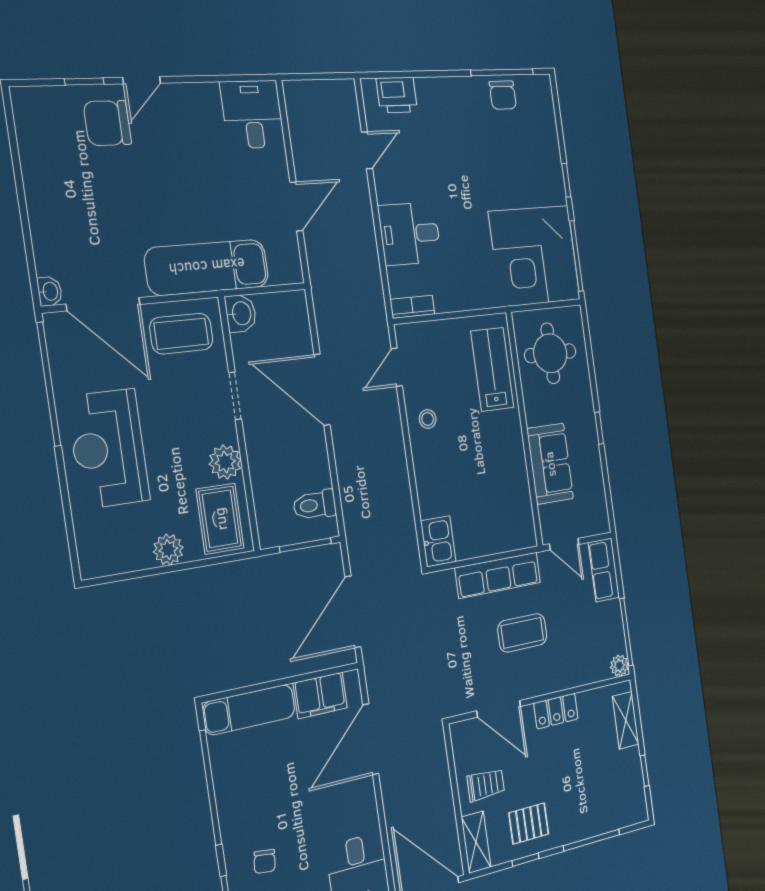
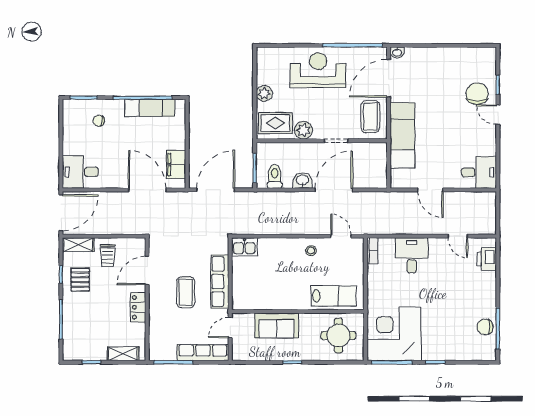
washbasin: (241, 313) -> (302, 180), moved, turned 180
row of seats: (604, 570) -> (203, 352), width x1.48
door: (353, 612) -> (216, 190), hinge flipped
plant: (619, 666) -> (155, 354), removed
exam couch: (249, 710) -> (150, 108), moved, turned -90

